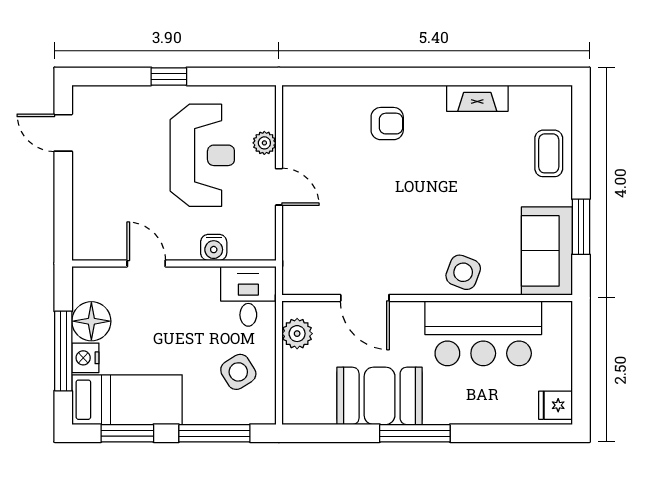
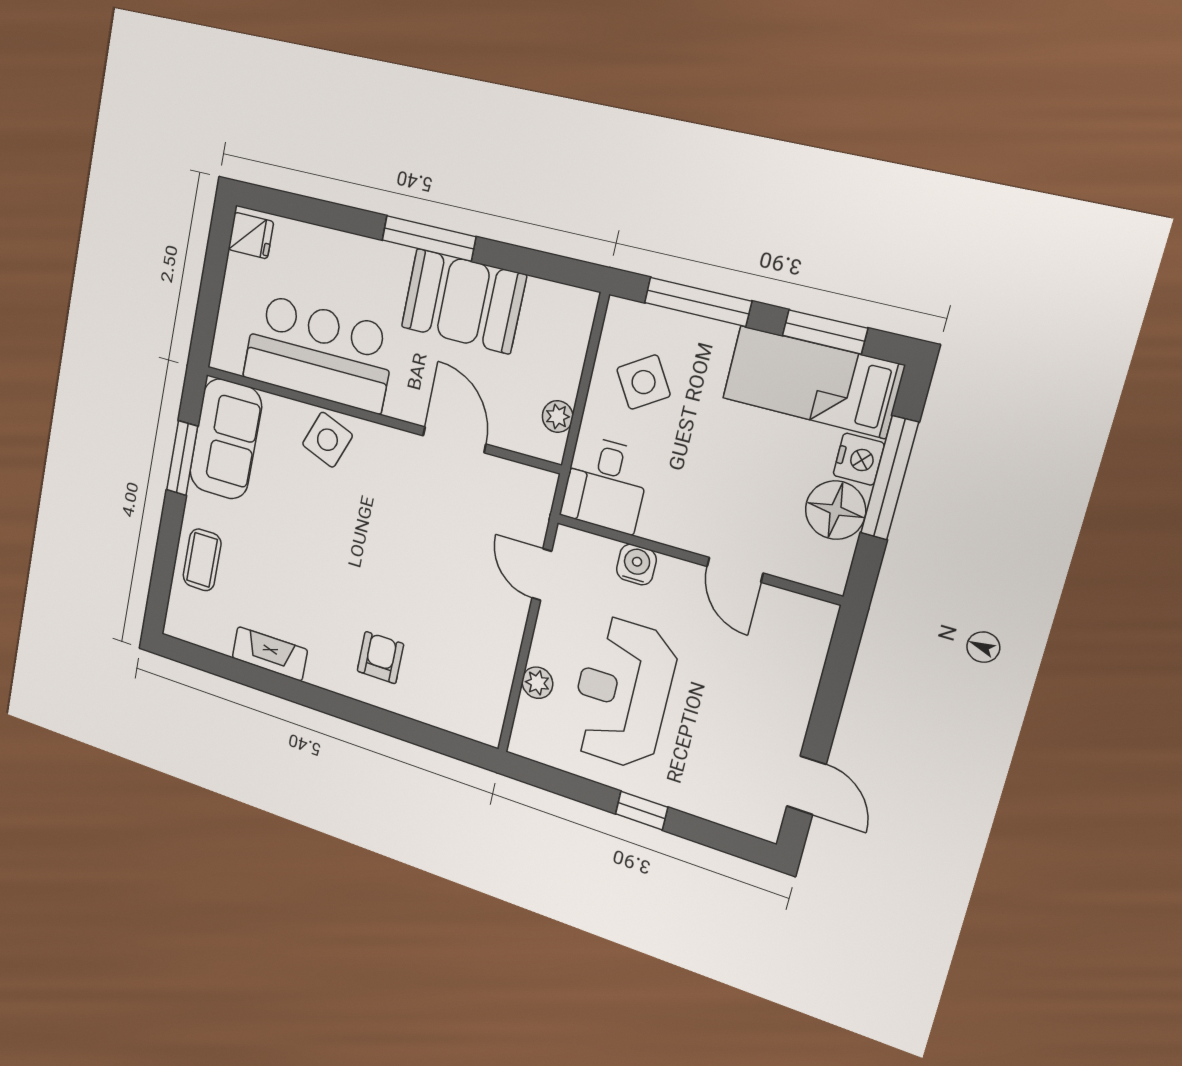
armchair: (387, 124) -> (380, 658), turned 90
door: (279, 187) -> (542, 575), moved
plant: (297, 334) -> (558, 416), width x0.73, depth x0.73

